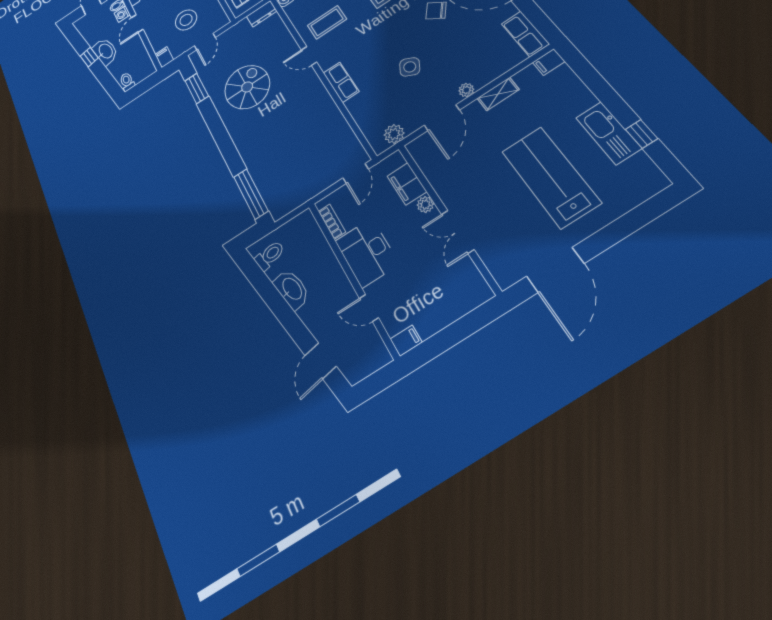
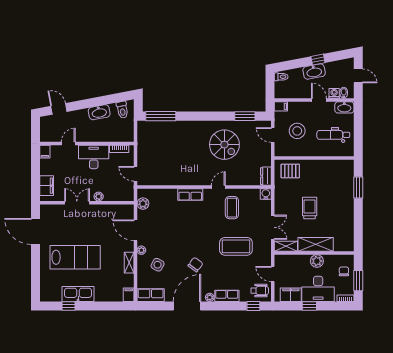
side table: (410, 67) -> (158, 265), moved
filing cabinet: (407, 184) -> (47, 186), moved, turned 90

